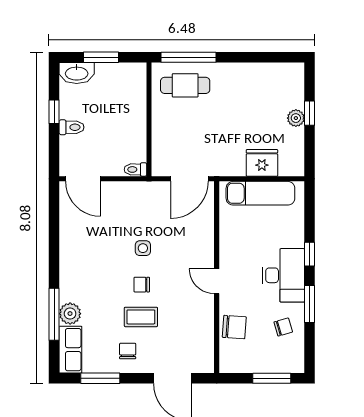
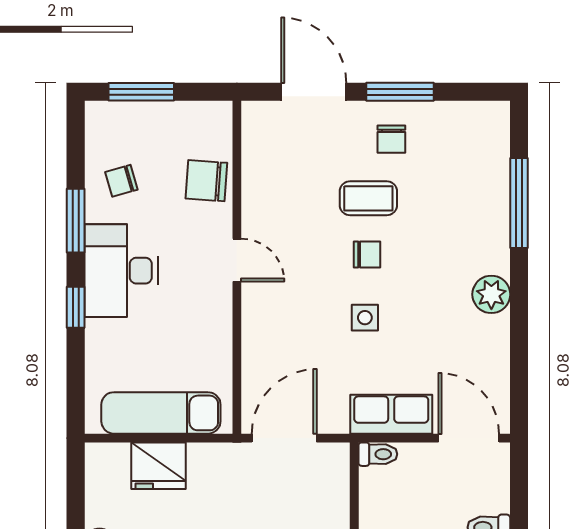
plant: (70, 314) -> (491, 294), moved
row of seats: (70, 350) -> (391, 414), moved, turned 90
window: (100, 378) -> (400, 92), moved

